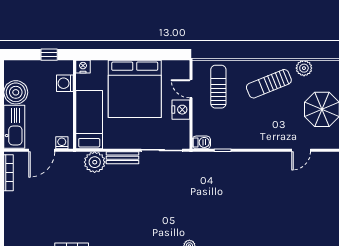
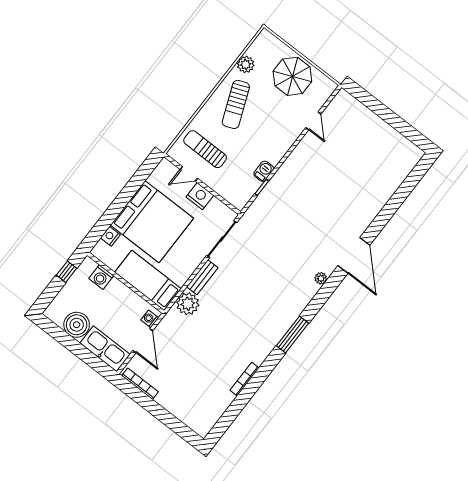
nightstand: (83, 67) -> (110, 236), moved
barbecue: (201, 142) -> (264, 171), moved

